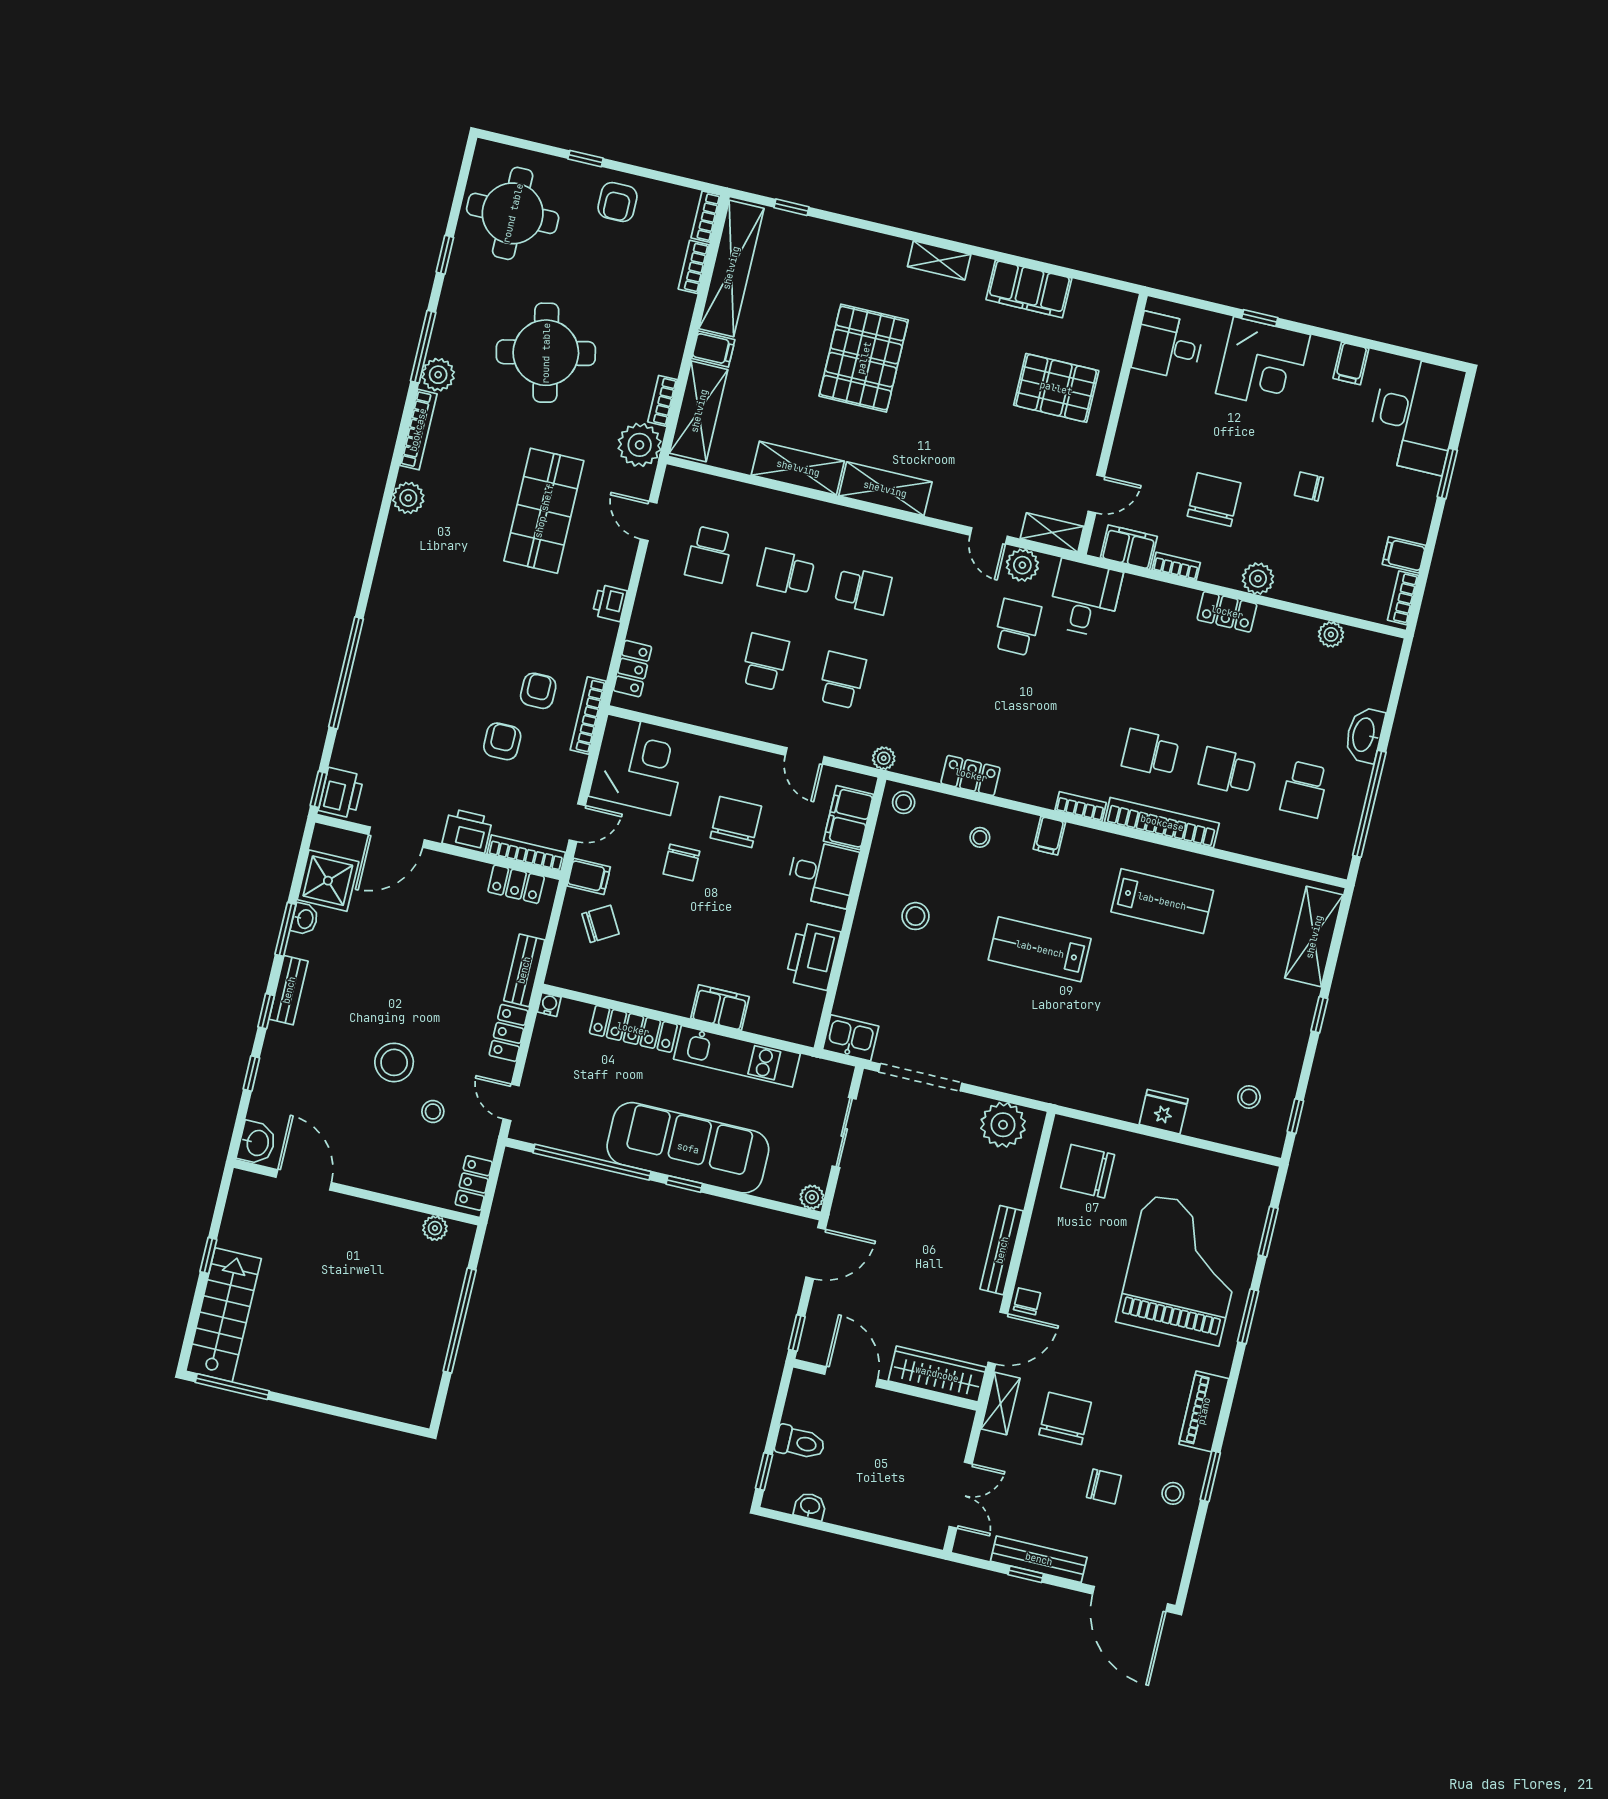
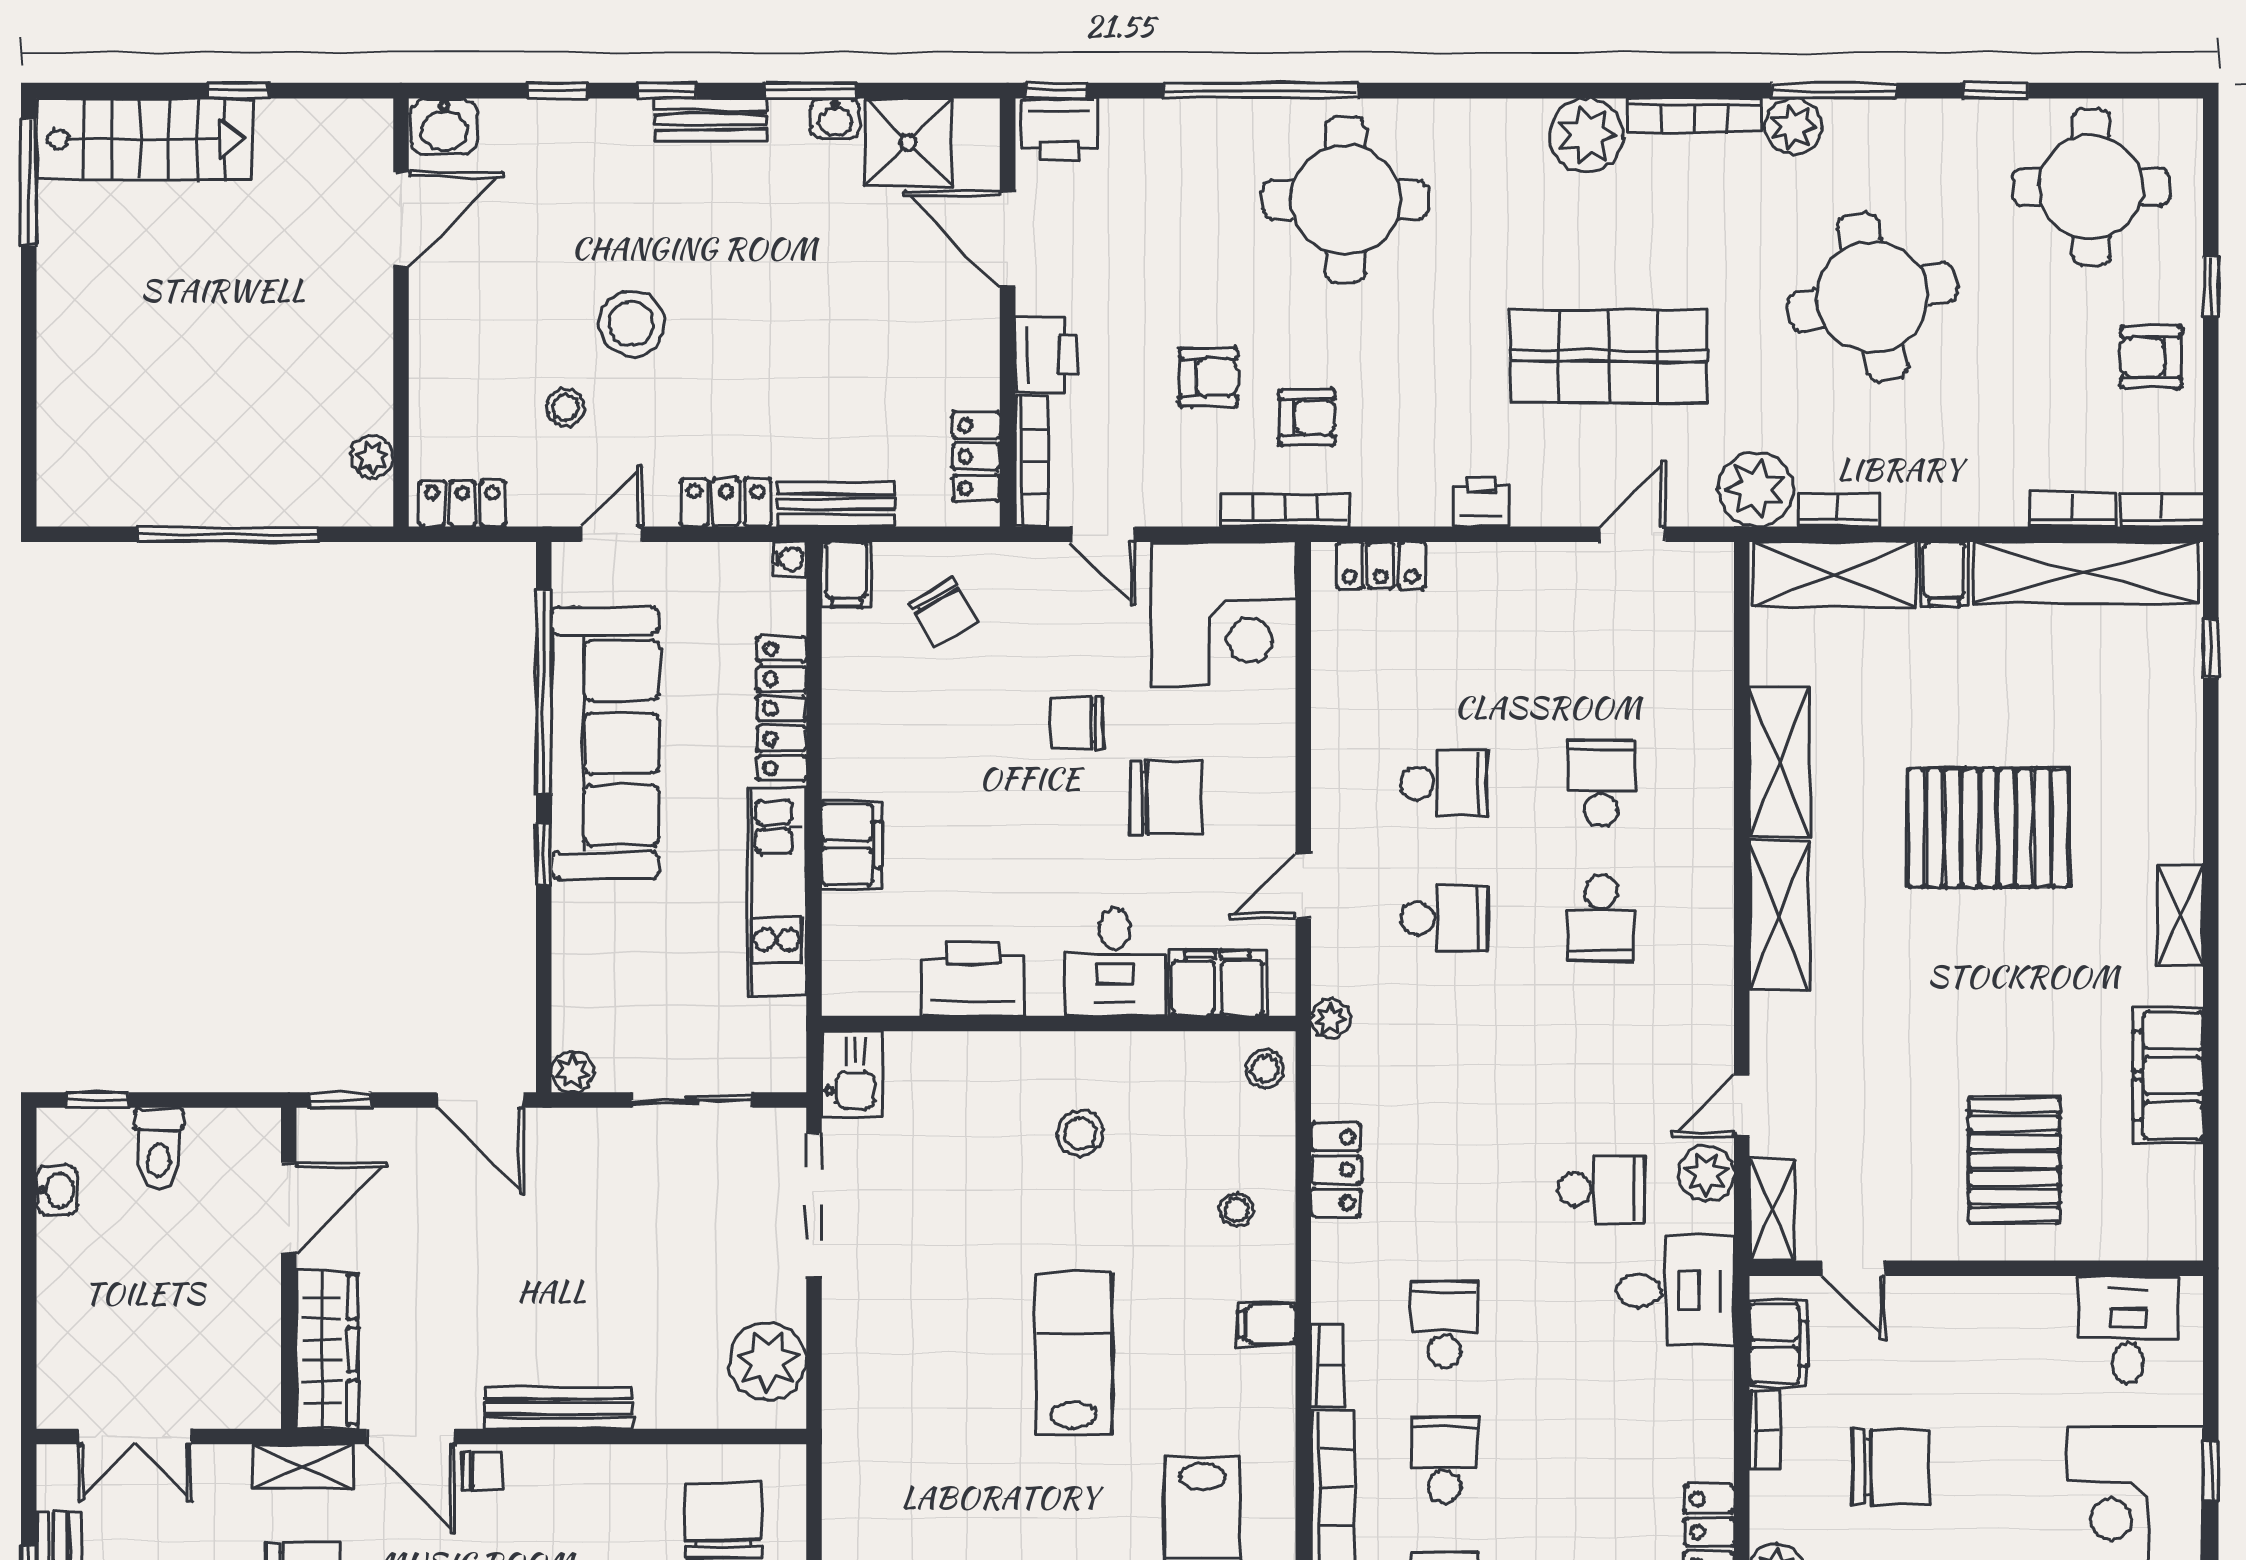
plant: (408, 498) -> (1586, 135), width x1.36, depth x1.36
school desk: (709, 554) -> (1444, 1325), moved, turned 90
round table: (420, 639) -> (1346, 200), added
filing cabinet: (589, 876) -> (846, 574), moved
sofa: (688, 1148) -> (605, 743), moved

